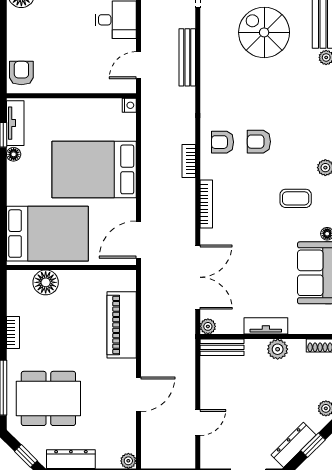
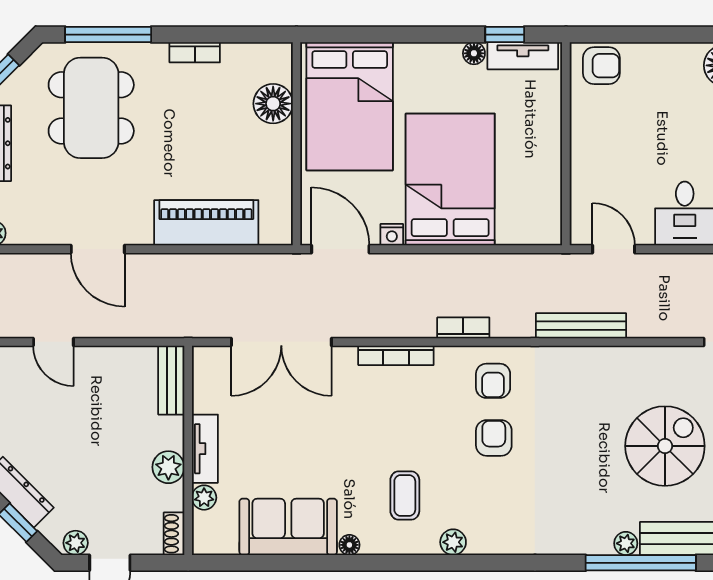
bench: (187, 57) -> (581, 326), moved
nightstand: (129, 105) -> (392, 235), moved
armchair: (222, 142) -> (493, 381), turned 180
plant: (208, 326) -> (204, 498), moved

